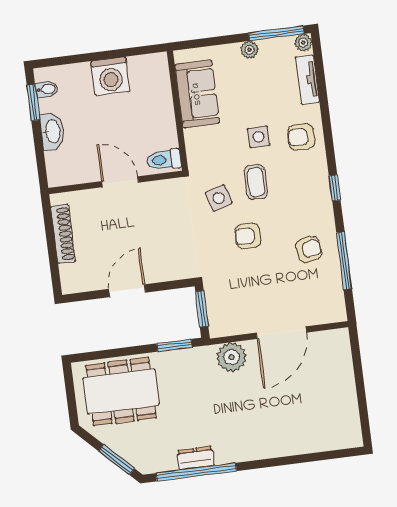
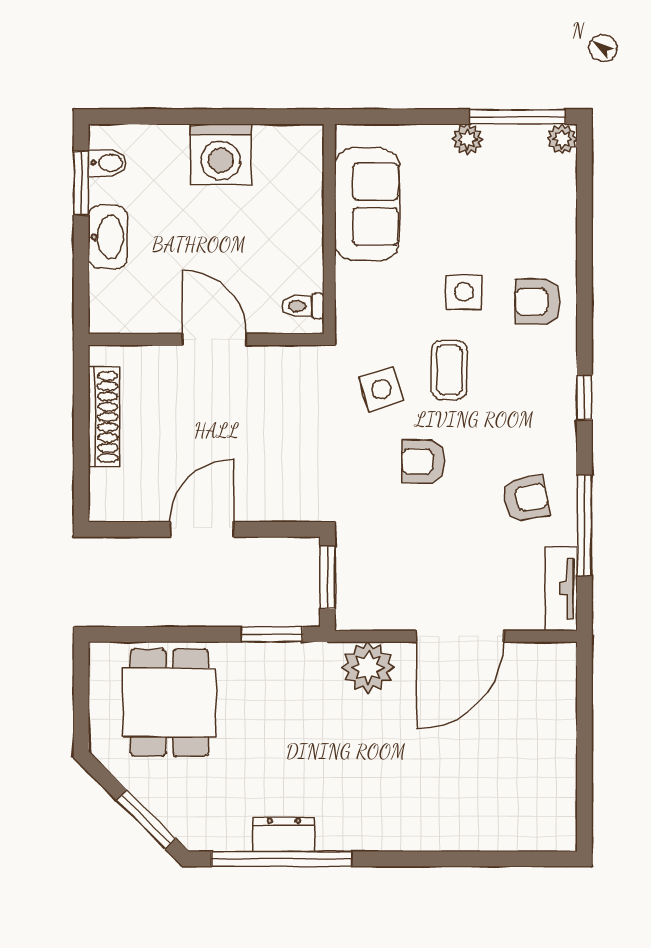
tv unit: (307, 80) -> (561, 589), moved
toilet: (164, 160) -> (303, 306), width x0.73, depth x0.72
dining table: (121, 392) -> (169, 703), width x0.73

